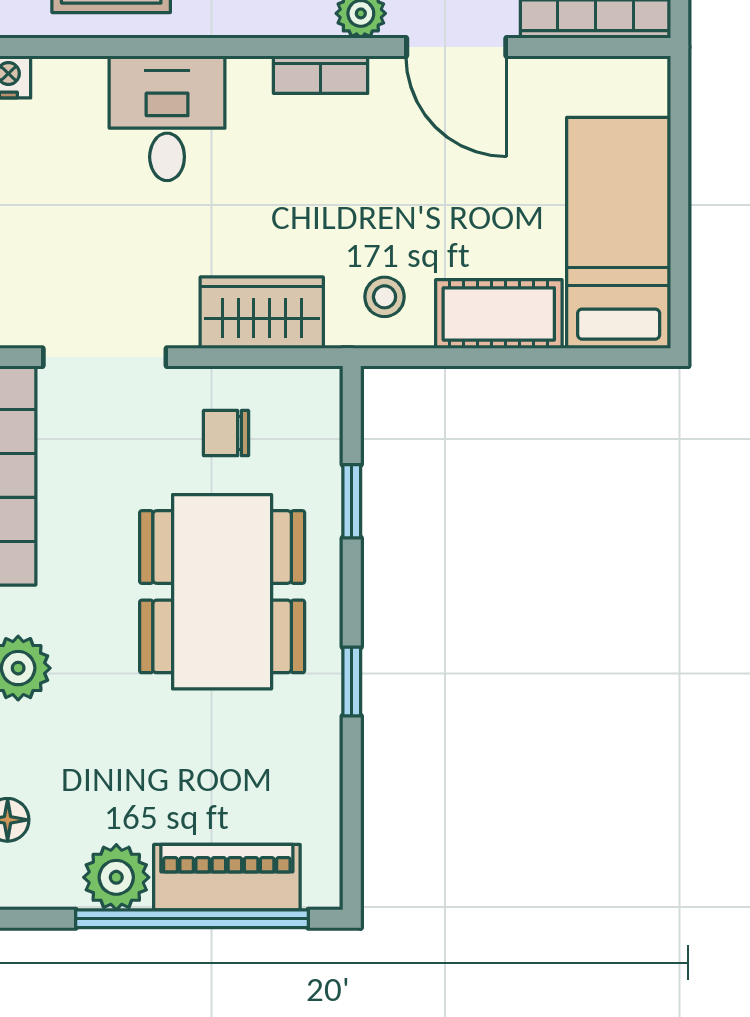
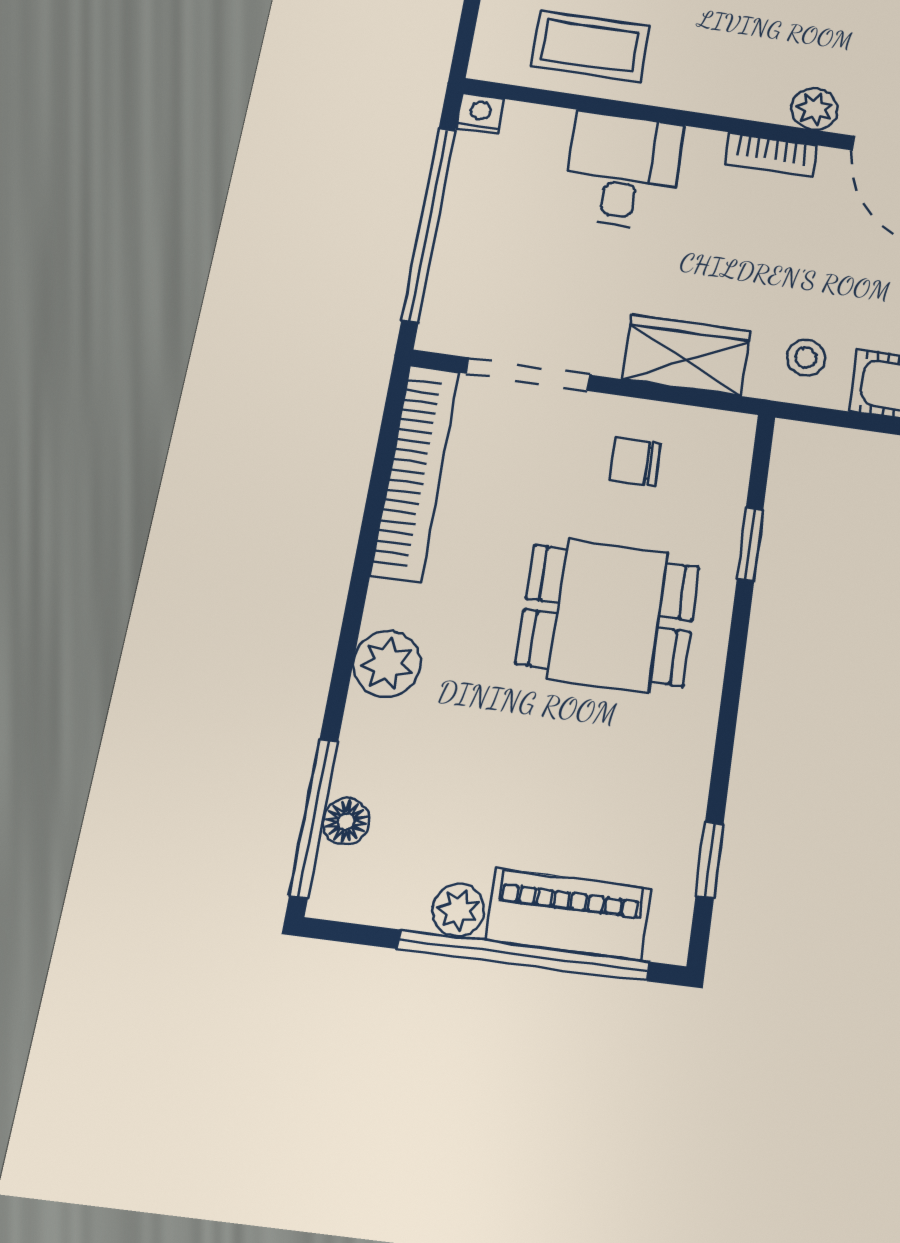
dining table: (222, 592) -> (608, 615), width x0.73
window: (352, 682) -> (710, 860), moved
plant: (116, 877) -> (458, 910), width x0.73, depth x0.73

